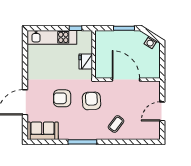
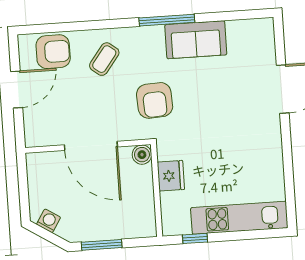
boiler: (100, 73) -> (142, 155), added
armchair: (62, 98) -> (53, 52), moved
sofa: (43, 131) -> (196, 40), moved

